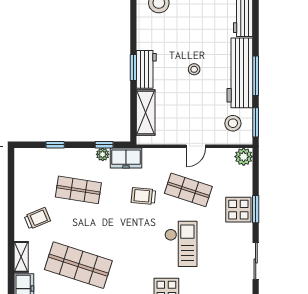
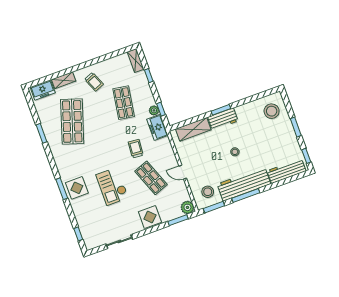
shelving: (29, 155) -> (136, 61), added
shop shelf: (188, 190) -> (151, 178), turned -39
window: (256, 209) -> (178, 220), moved
checkout: (181, 244) -> (112, 186), turned 90

